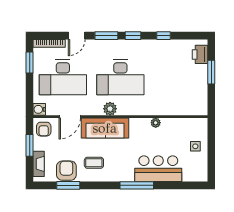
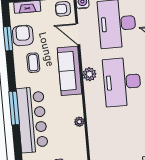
bar counter: (158, 169) -> (32, 120), width x1.36
armchair: (66, 171) -> (23, 35), turned -90

